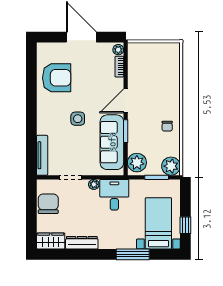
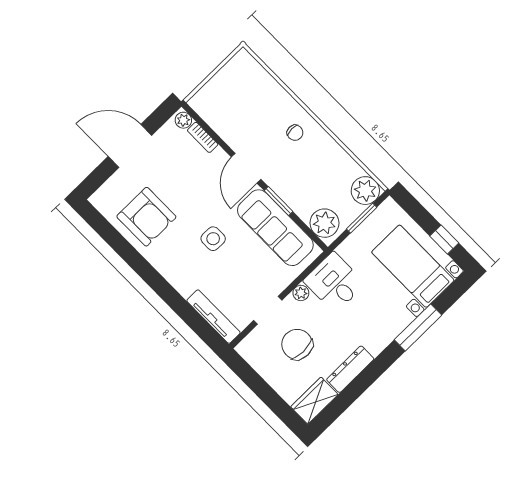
armchair: (57, 78) -> (146, 217), turned 90
chair: (167, 126) -> (295, 133), moved
chair: (48, 204) -> (297, 344), moved

